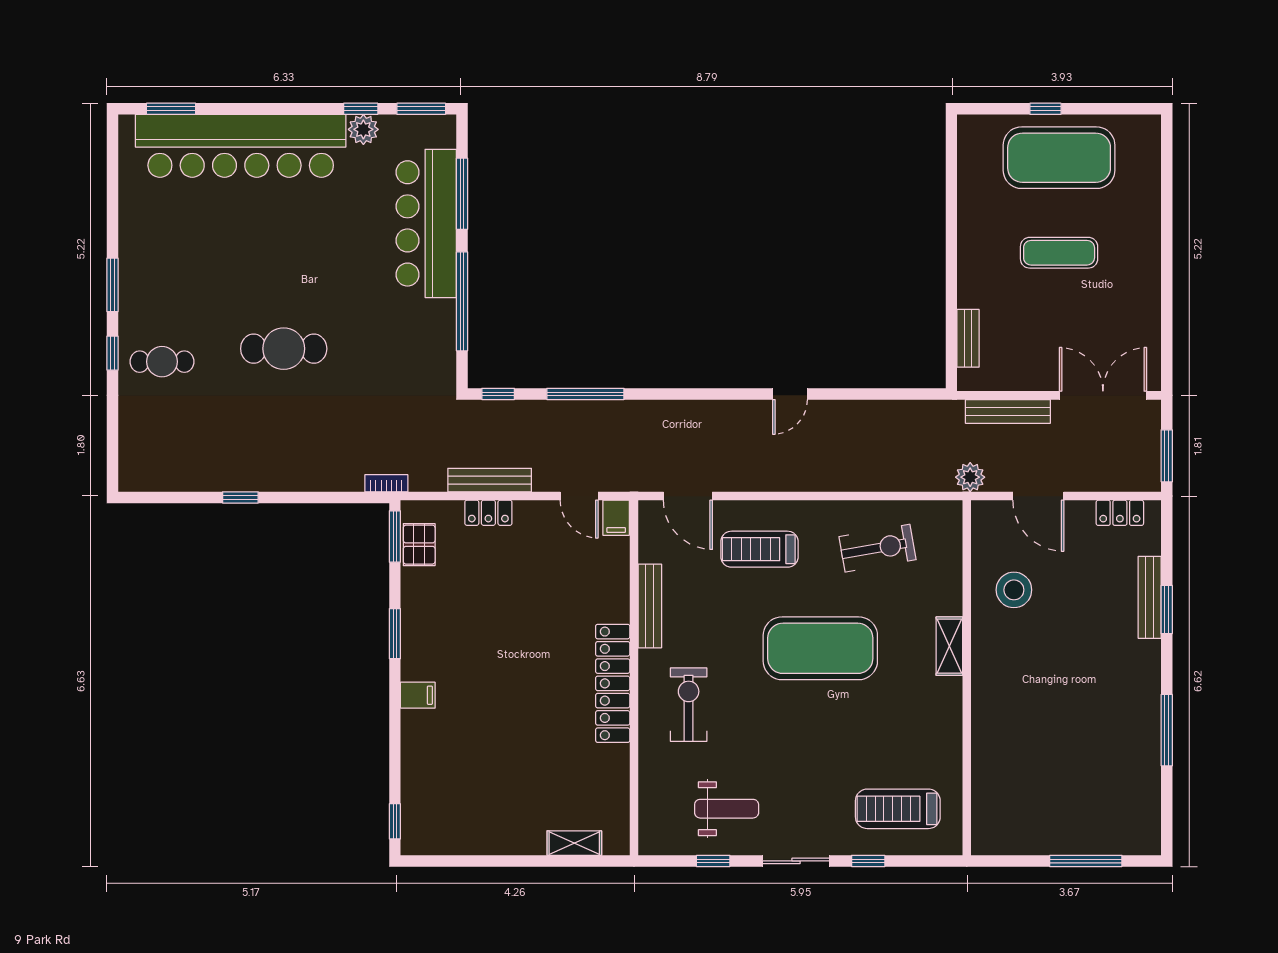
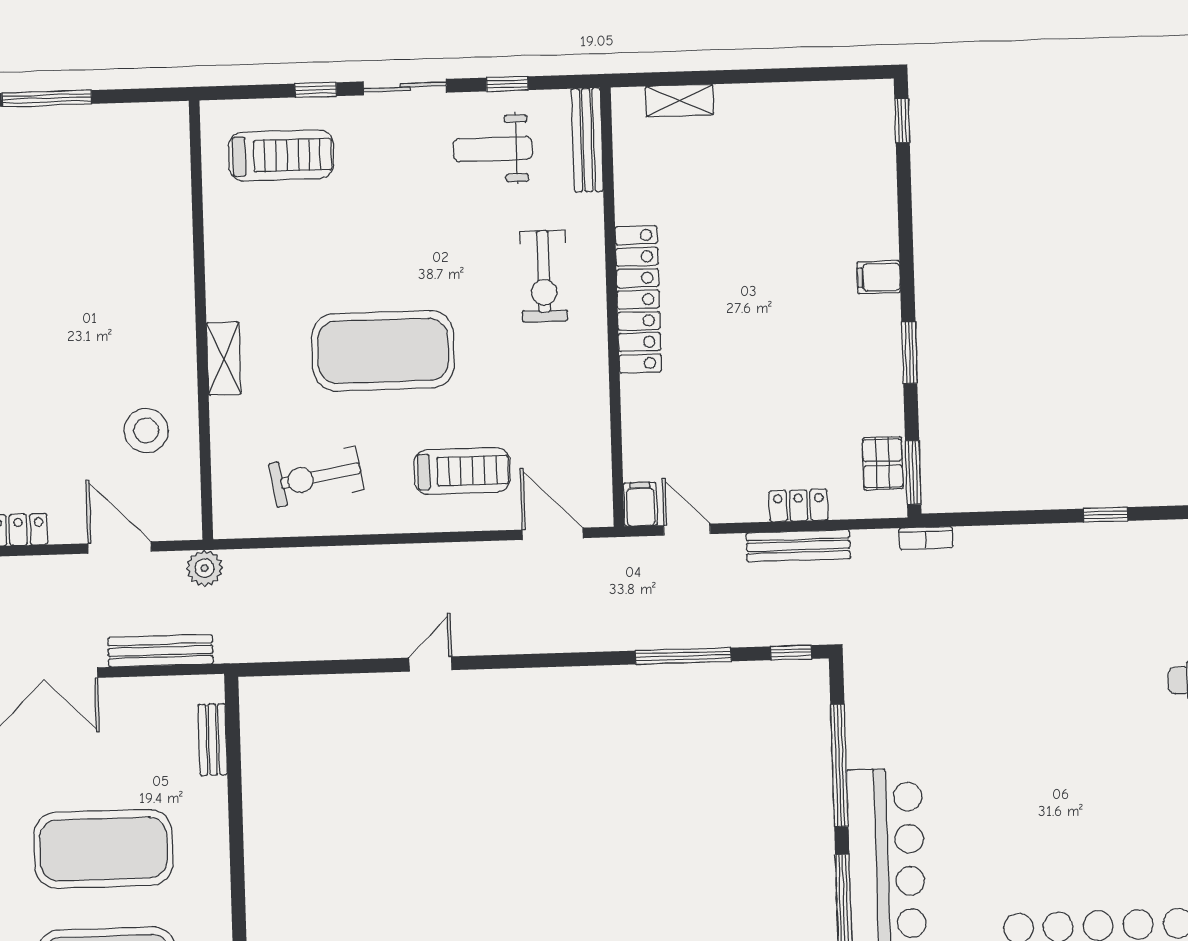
exercise mat: (1059, 253) -> (103, 849), width x2.00, depth x1.45
cafe table: (284, 349) -> (1058, 700), removed
bench: (650, 606) -> (587, 140), moved

